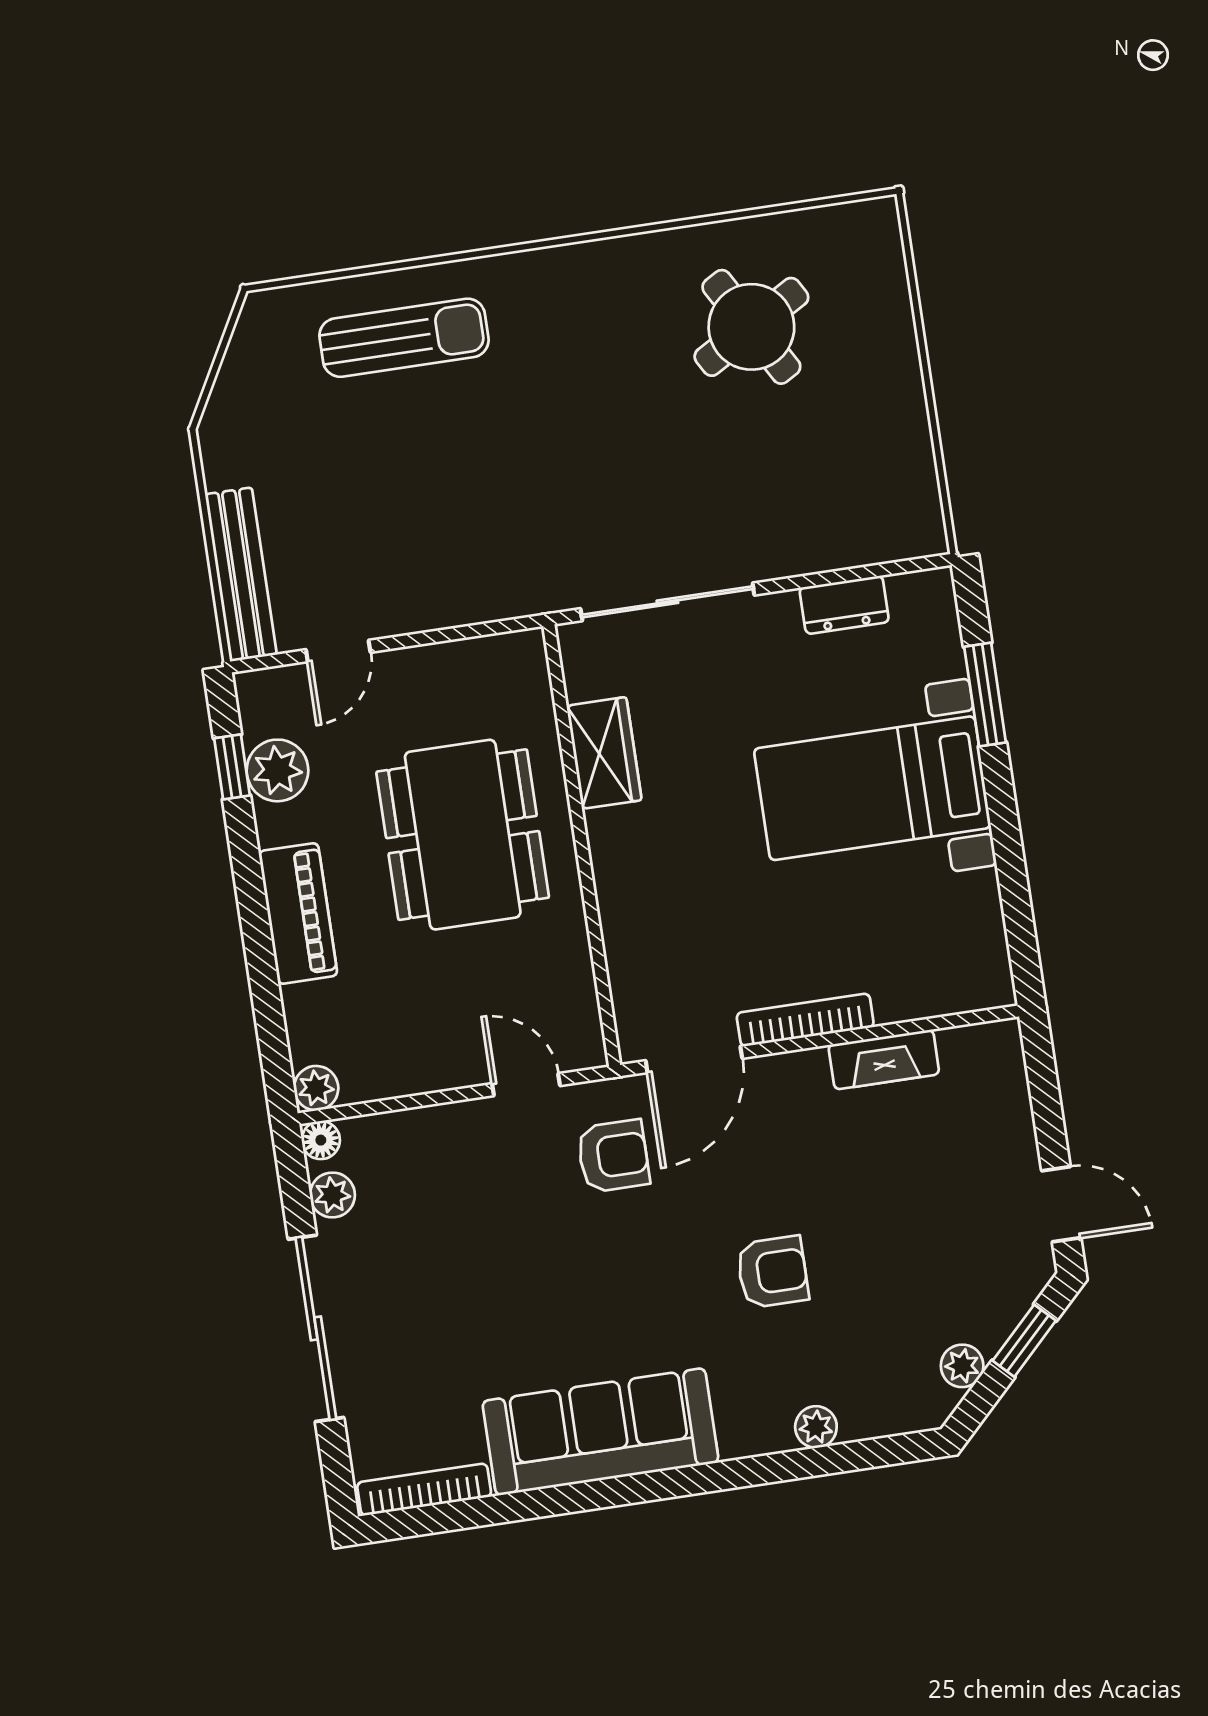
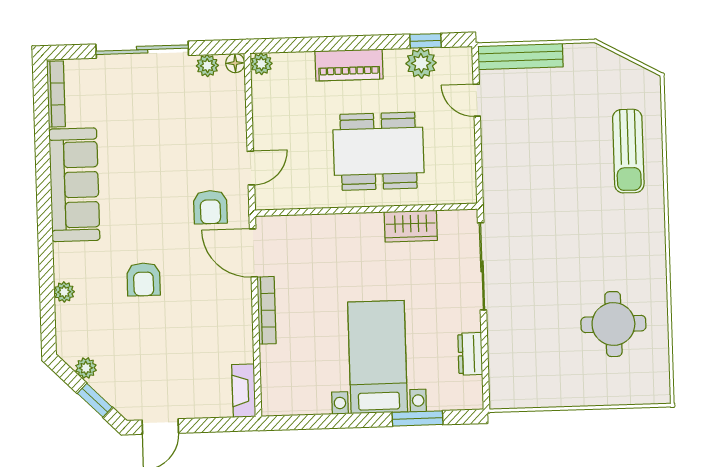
round table: (751, 327) -> (613, 324), turned 30
fireplace: (884, 1060) -> (244, 391), moved

